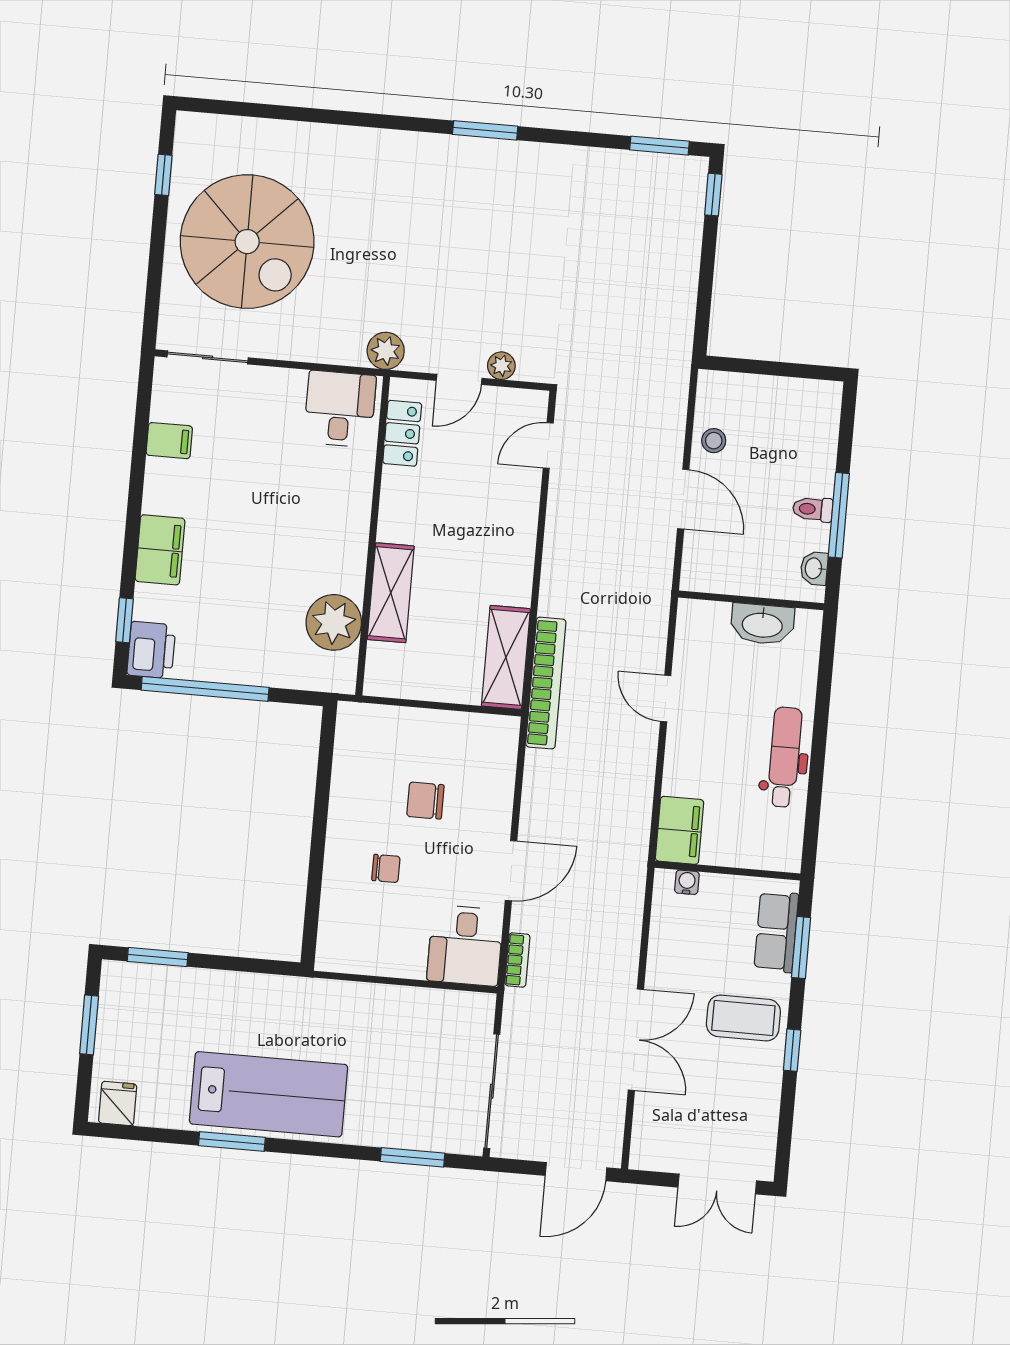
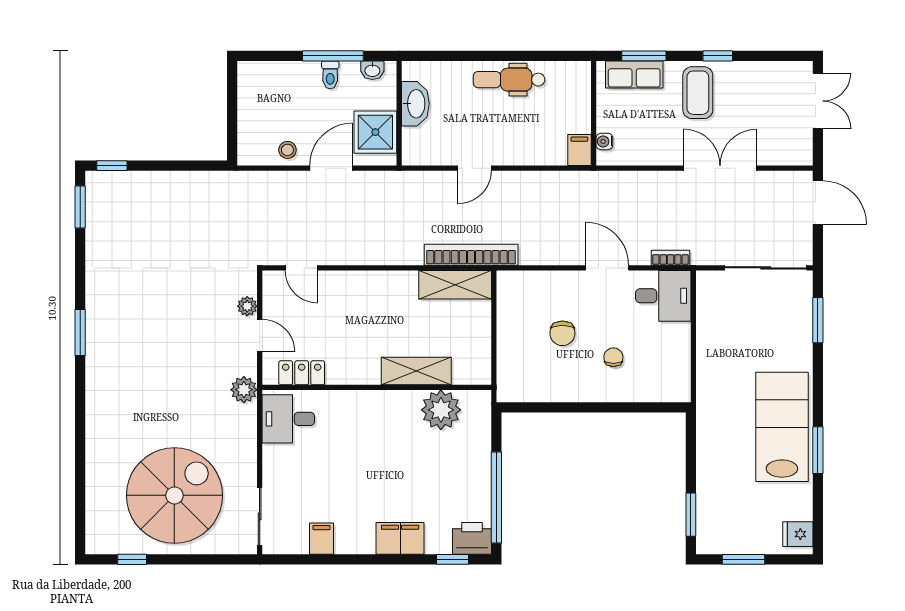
shower: (728, 565) -> (375, 132), added
filing cabinet: (679, 830) -> (579, 150), width x0.50

